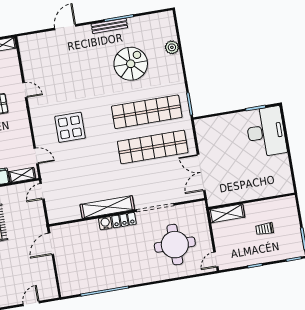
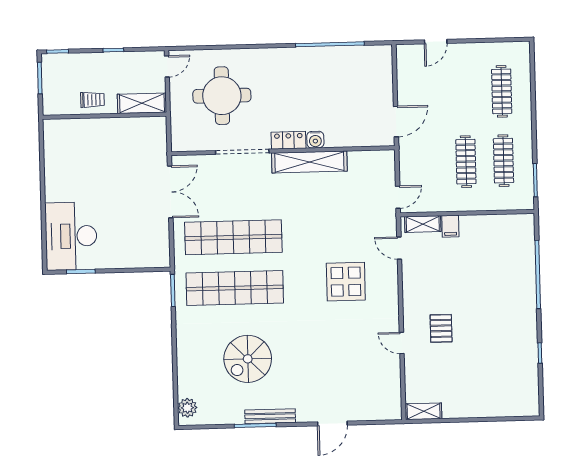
plant: (172, 47) -> (187, 408), moved
wall: (252, 201) -> (105, 116), moved
shelving: (227, 213) -> (142, 103), moved

